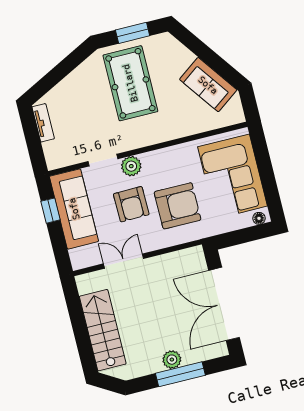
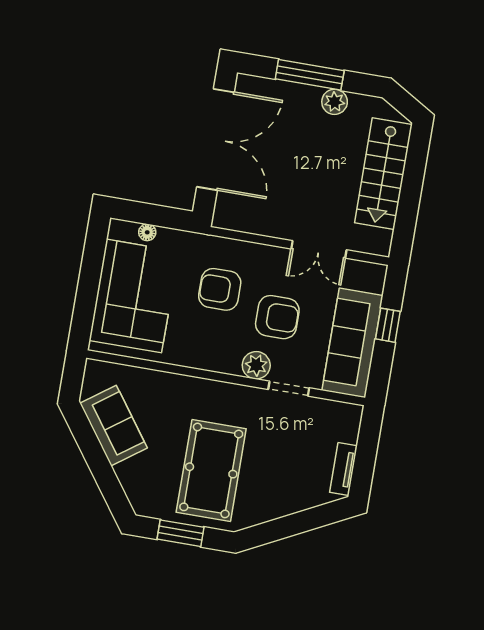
armchair: (131, 204) -> (277, 317), turned 91
armchair: (178, 206) -> (220, 289), width x0.73, depth x0.73
window: (51, 211) -> (388, 325), moved
floor lamp: (259, 218) -> (147, 232), moved
plant: (172, 360) -> (335, 102), moved

